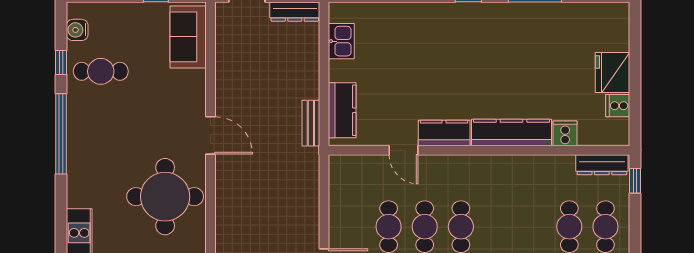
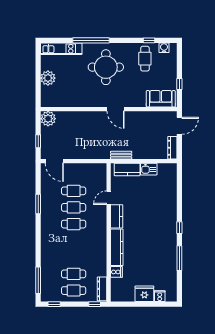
kitchen sink: (341, 41) -> (149, 169), moved
cooker: (618, 106) -> (160, 296), moved
window: (61, 134) -> (91, 40), moved
door: (210, 135) -> (116, 109), hinge flipped
round table: (165, 197) -> (106, 67), moved

